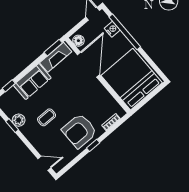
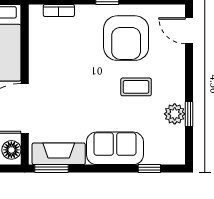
armchair: (79, 131) -> (126, 38), moved, turned 90

